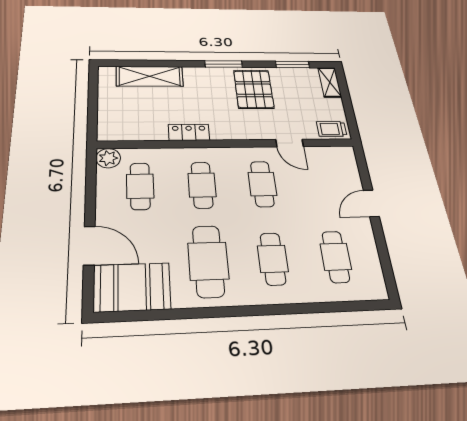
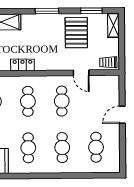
pallet: (254, 89) -> (76, 33), moved
cafe table: (208, 261) -> (28, 148), width x0.73, depth x0.74

